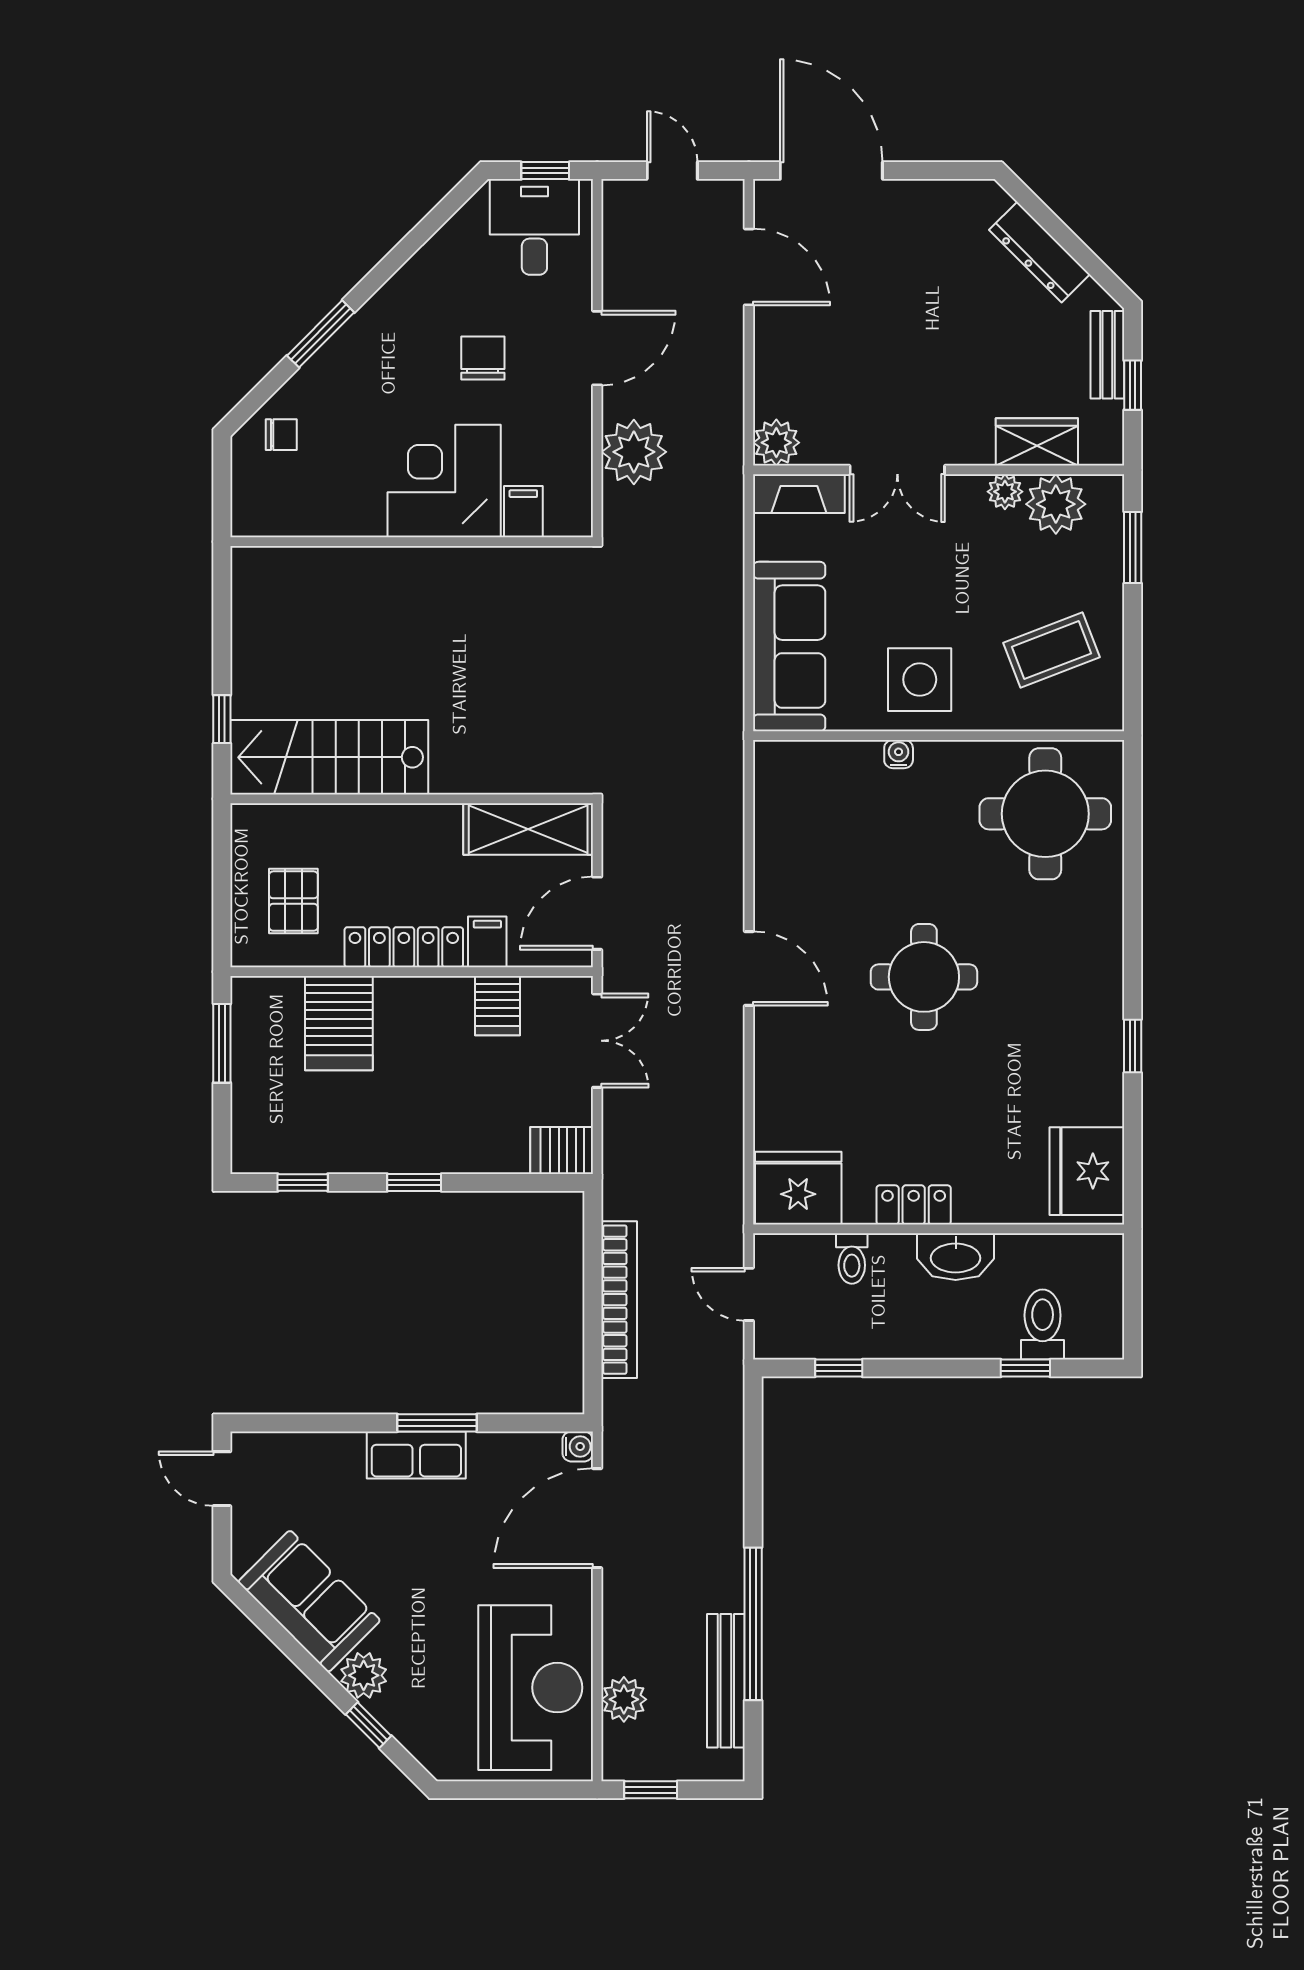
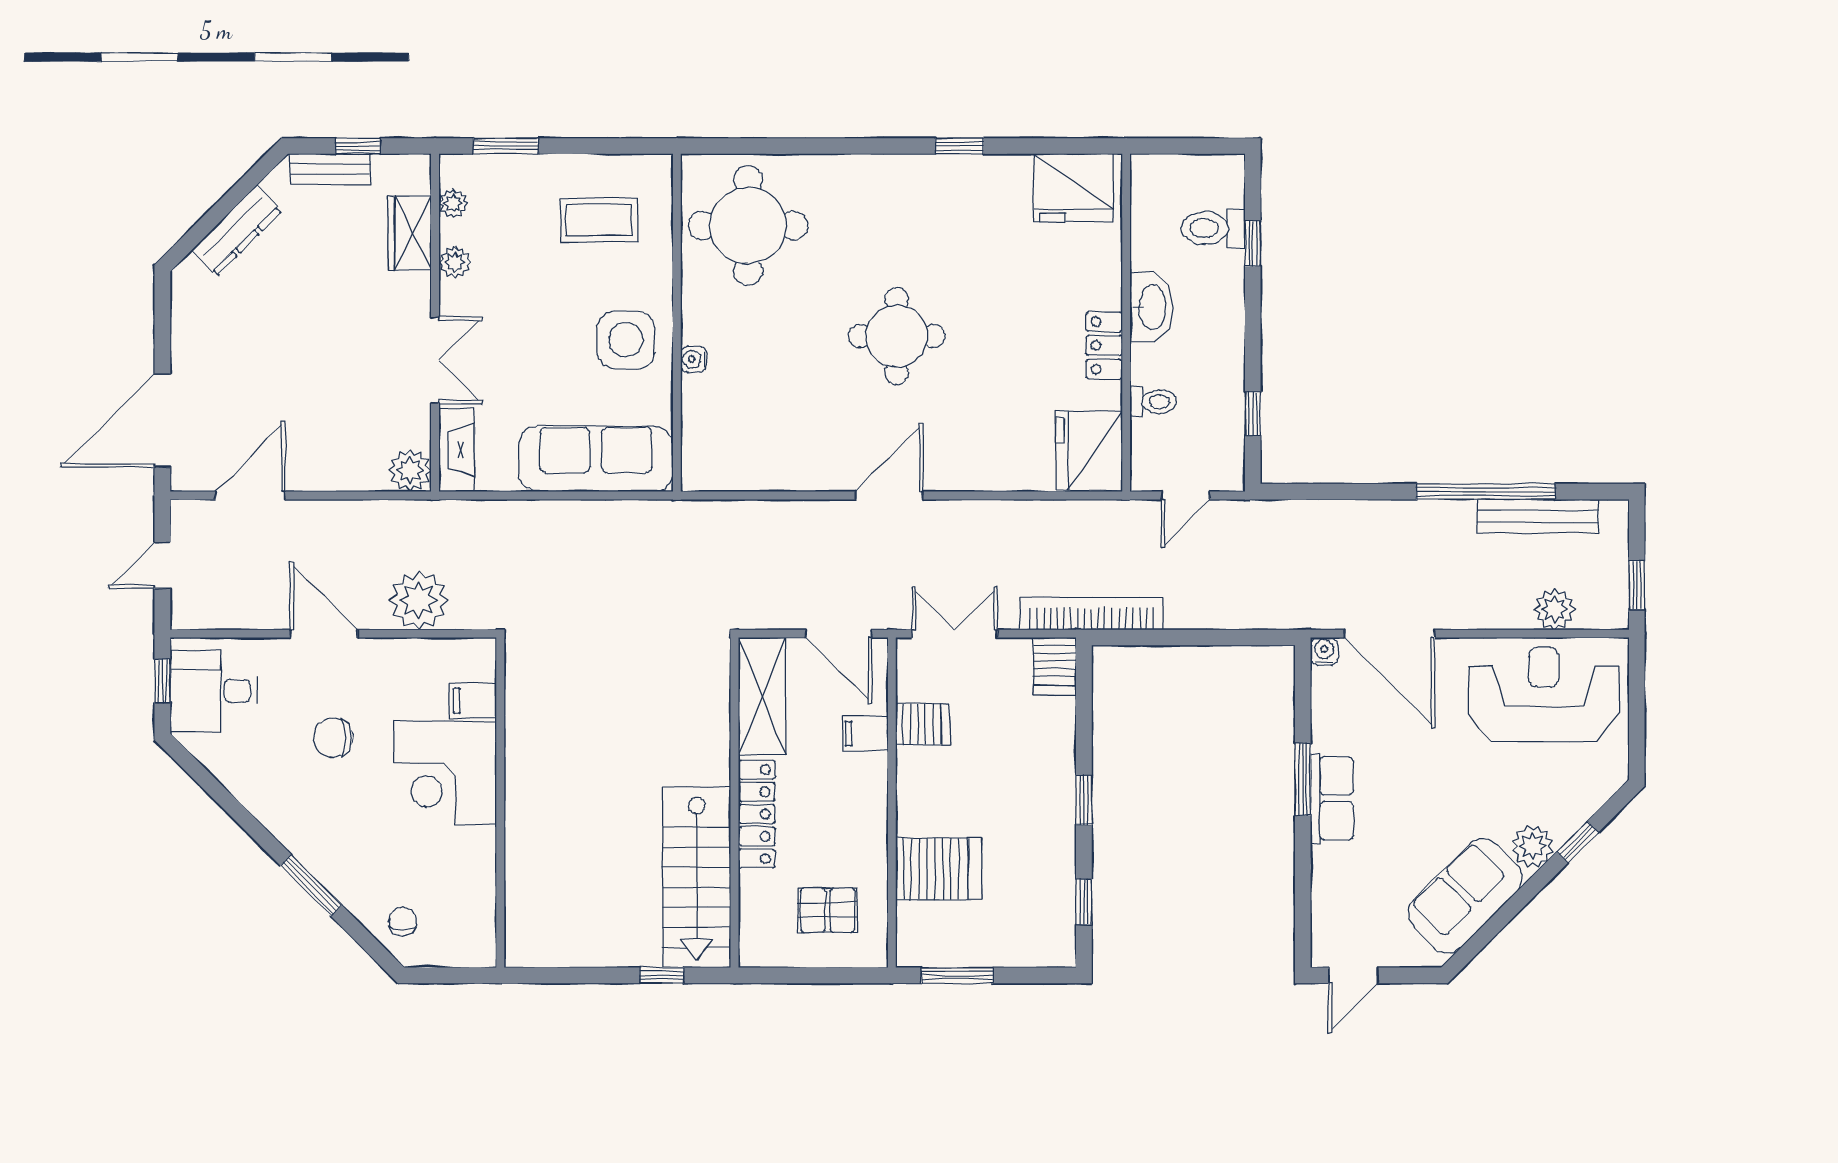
plant: (1056, 504) -> (453, 203), width x0.53, depth x0.53
coffee table: (1052, 650) -> (599, 220), turned -69
locker: (404, 947) -> (757, 814), moved, turned 180
bookcase: (619, 1300) -> (1092, 614), moved

